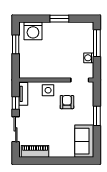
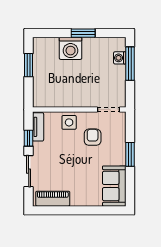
washing machine: (33, 31) -> (71, 48), moved
washing machine: (89, 58) -> (120, 58), moved

